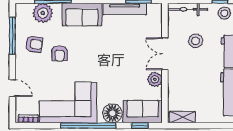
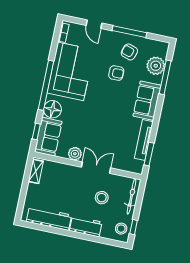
window: (12, 36) -> (129, 32), moved
armchair: (34, 44) -> (129, 52), turned 99
armchair: (59, 53) -> (116, 73), turned 180
door: (12, 88) -> (94, 24), hinge flipped

